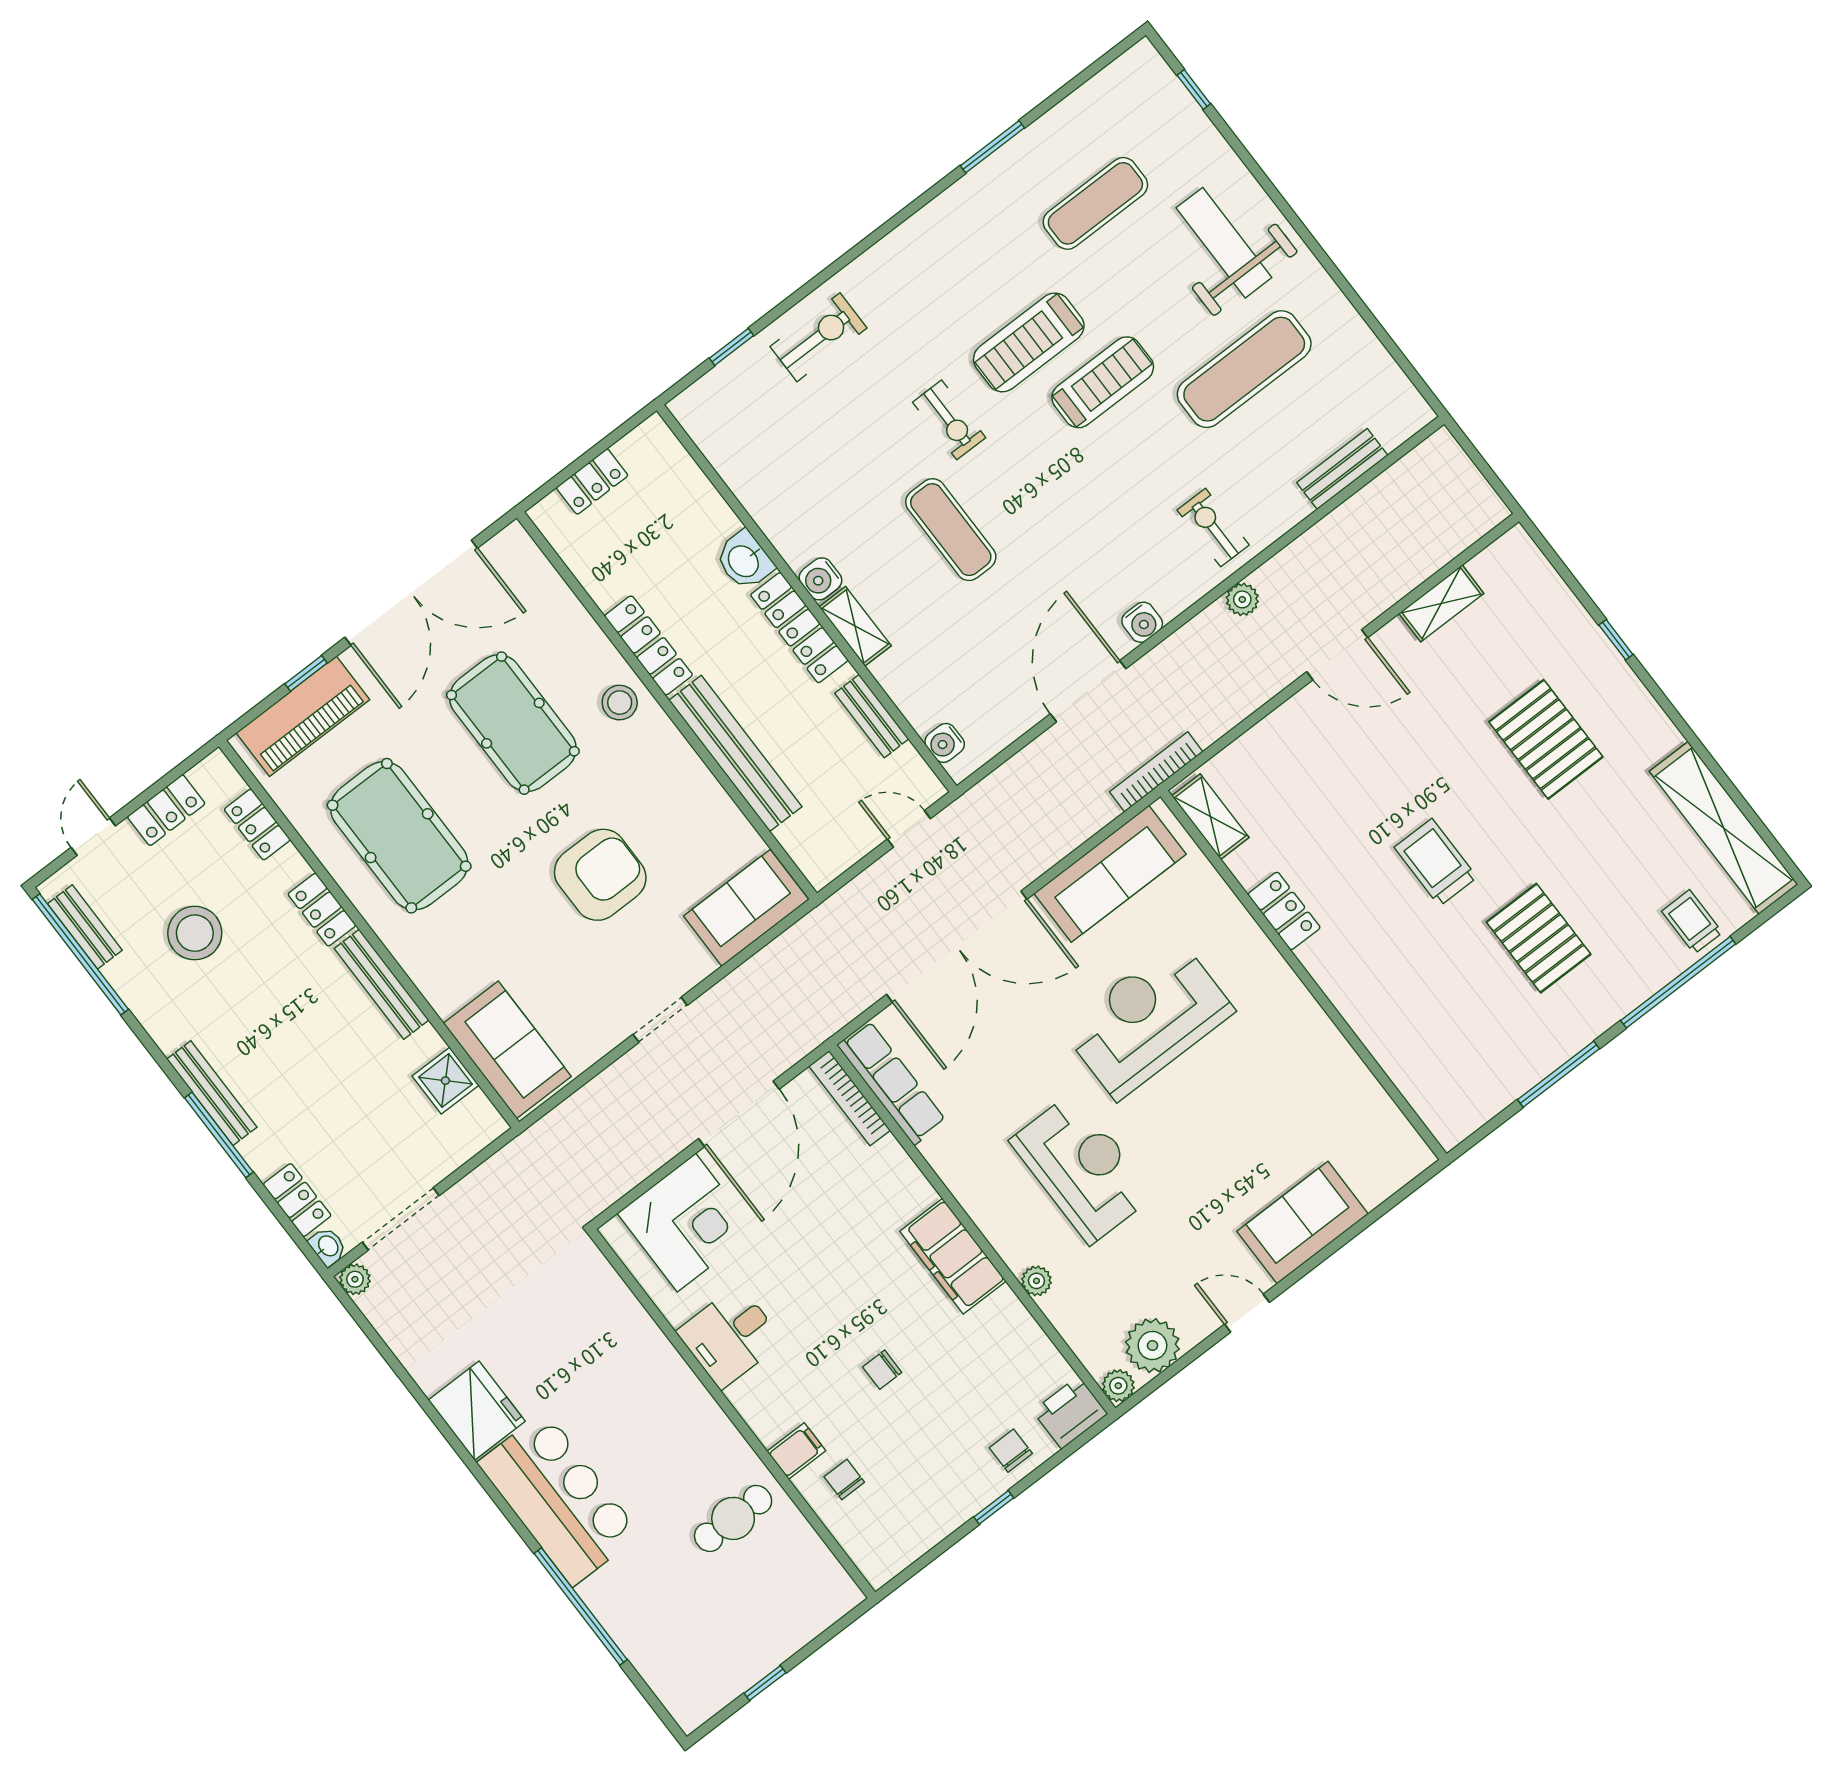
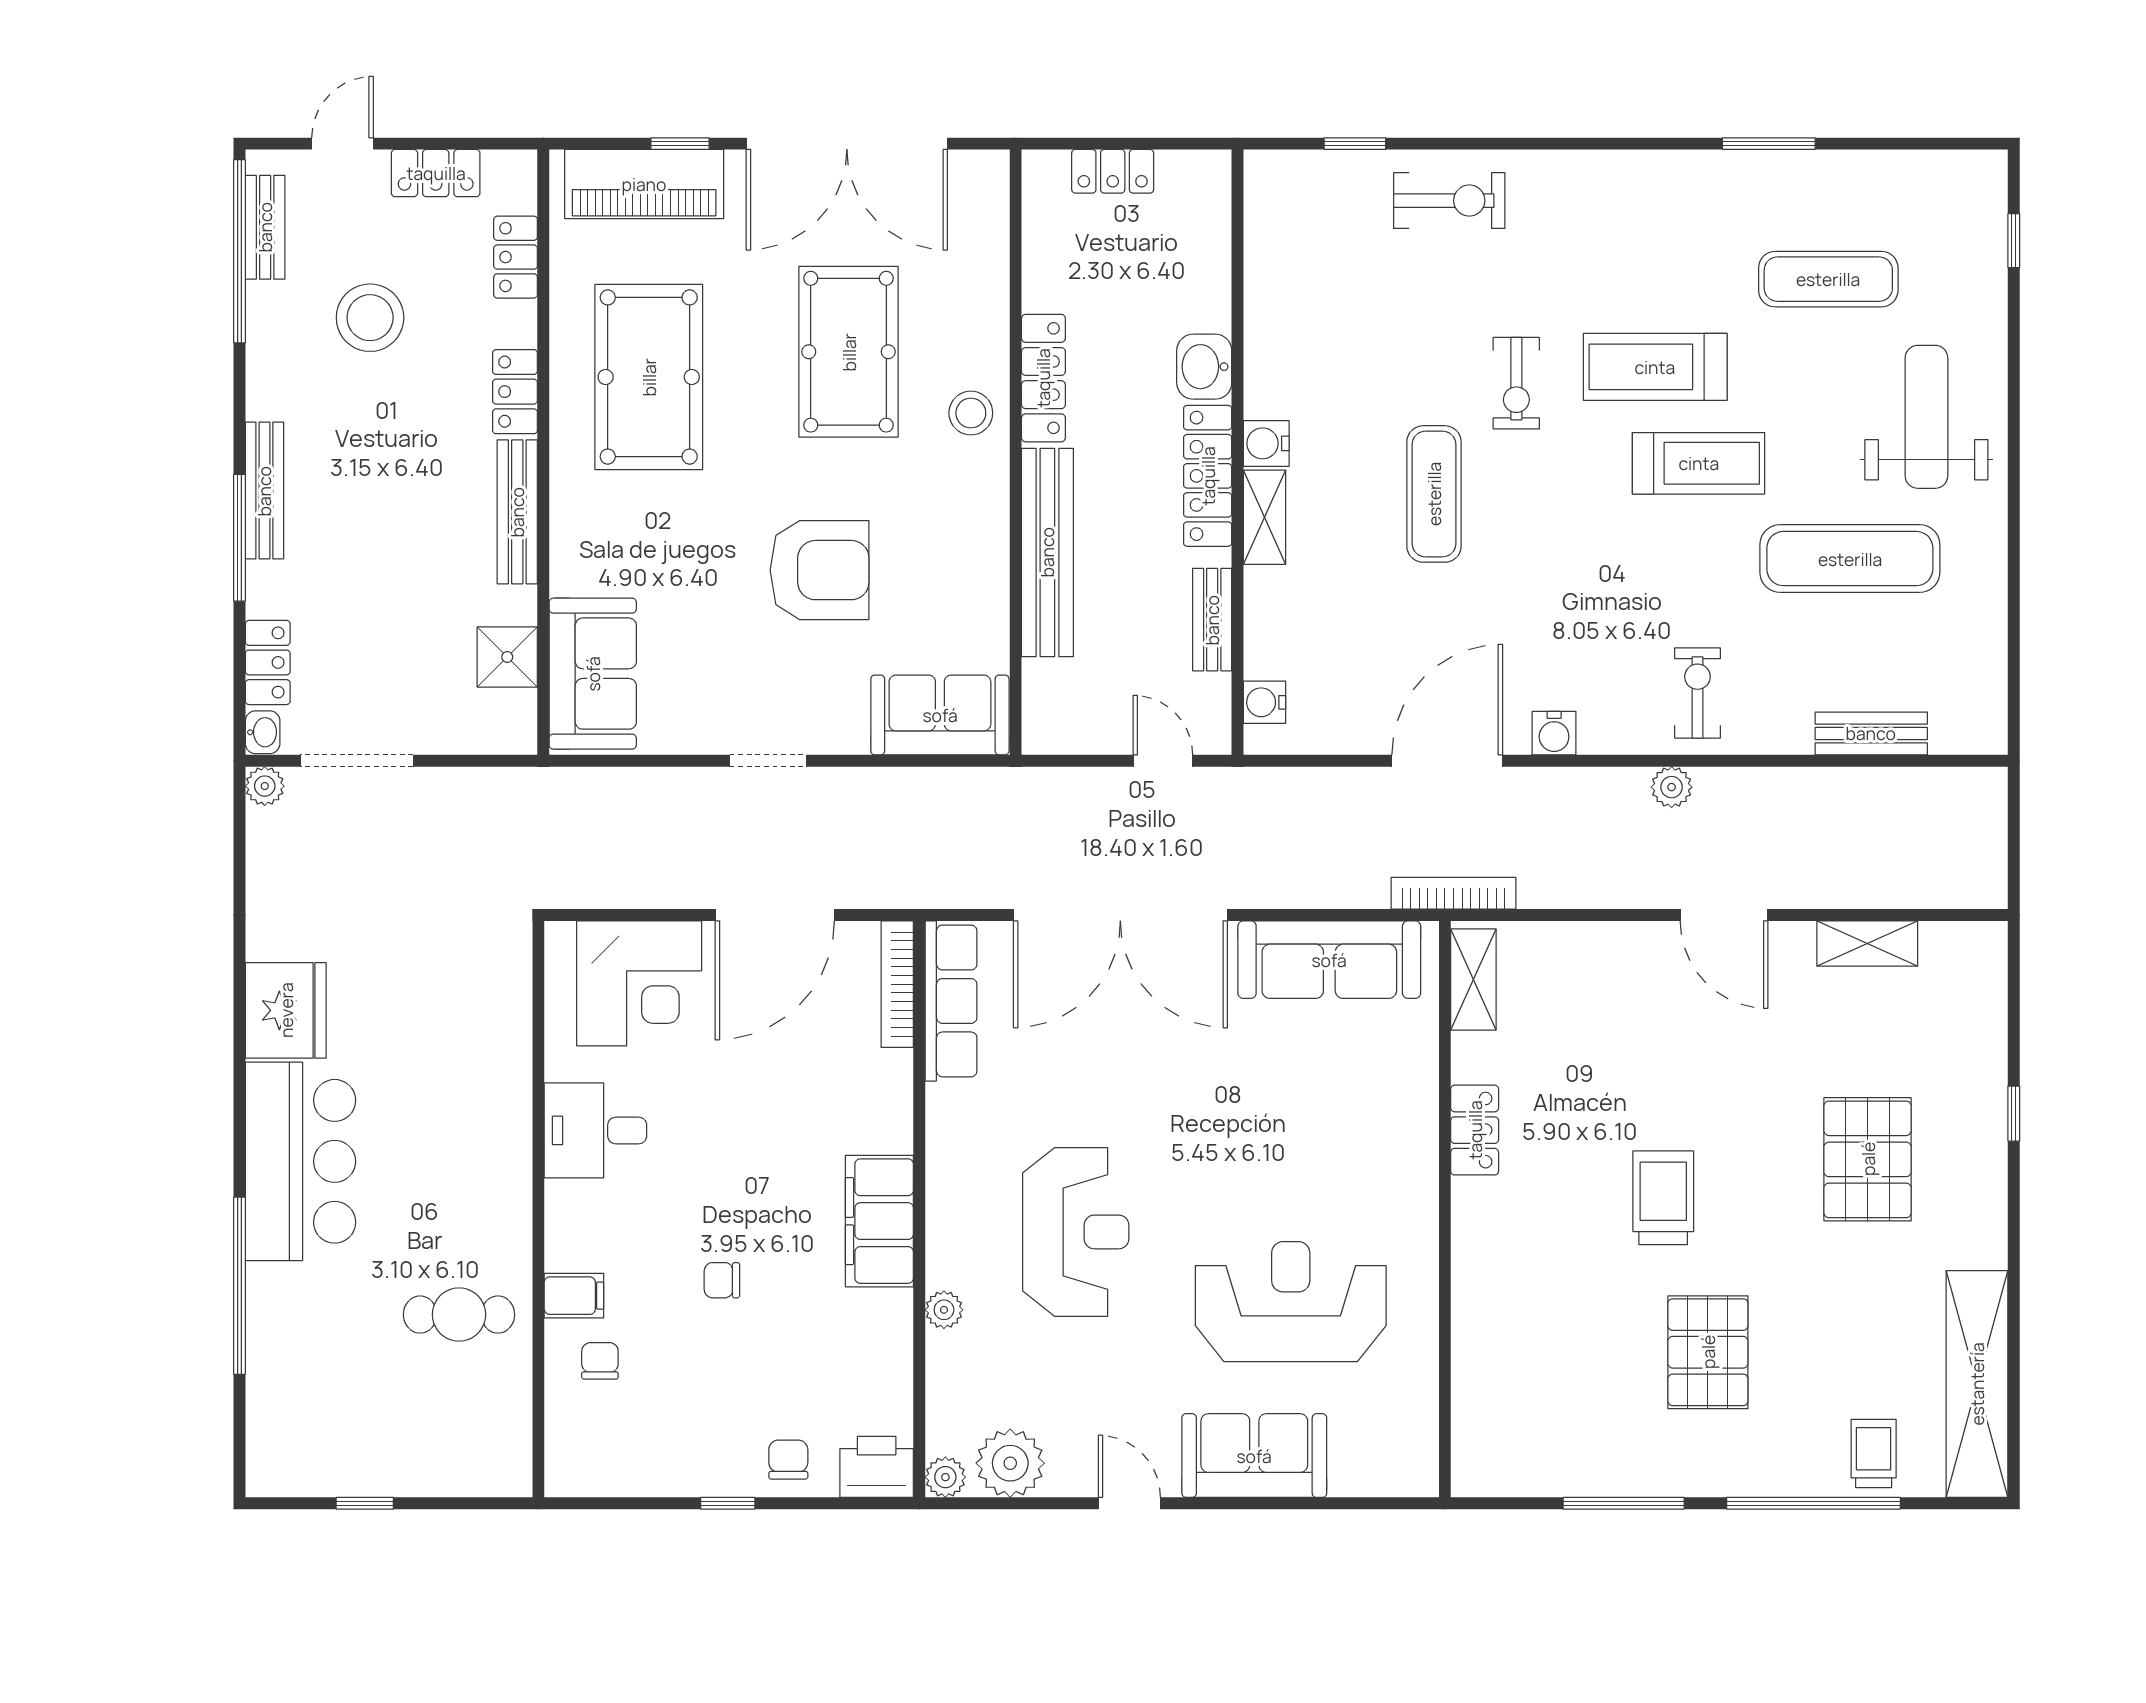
reception desk: (1148, 1019) -> (1291, 1302), moved

